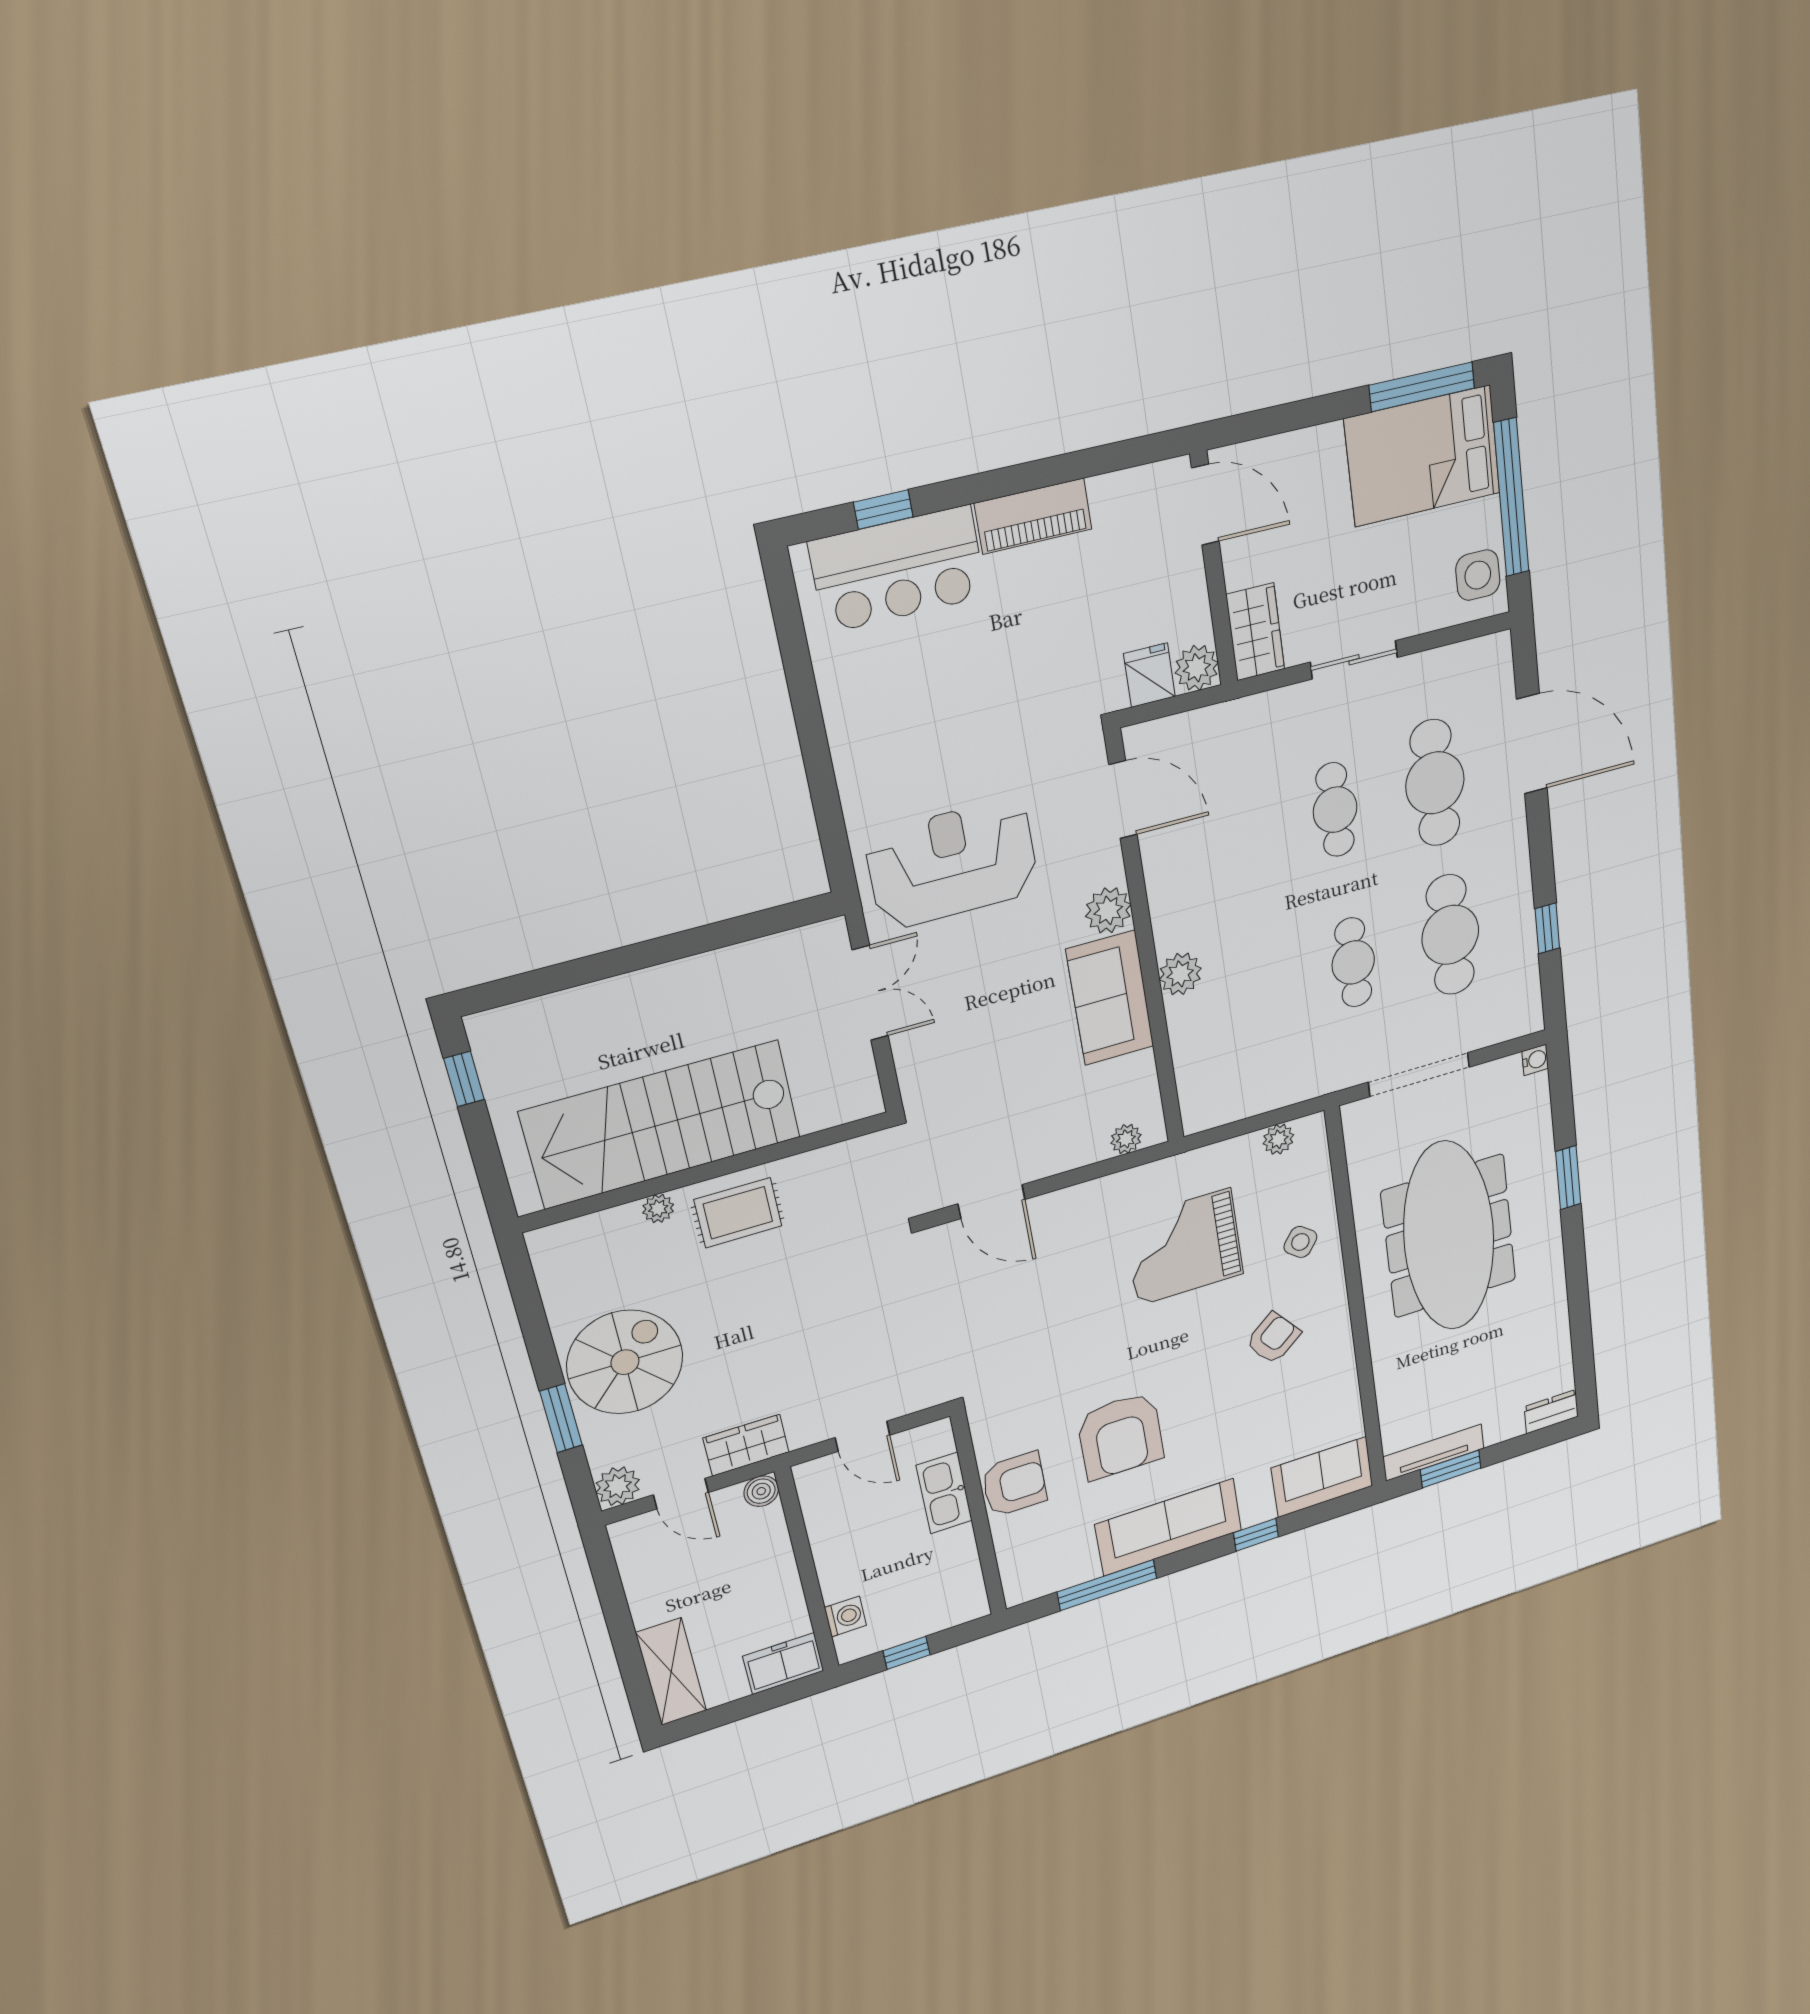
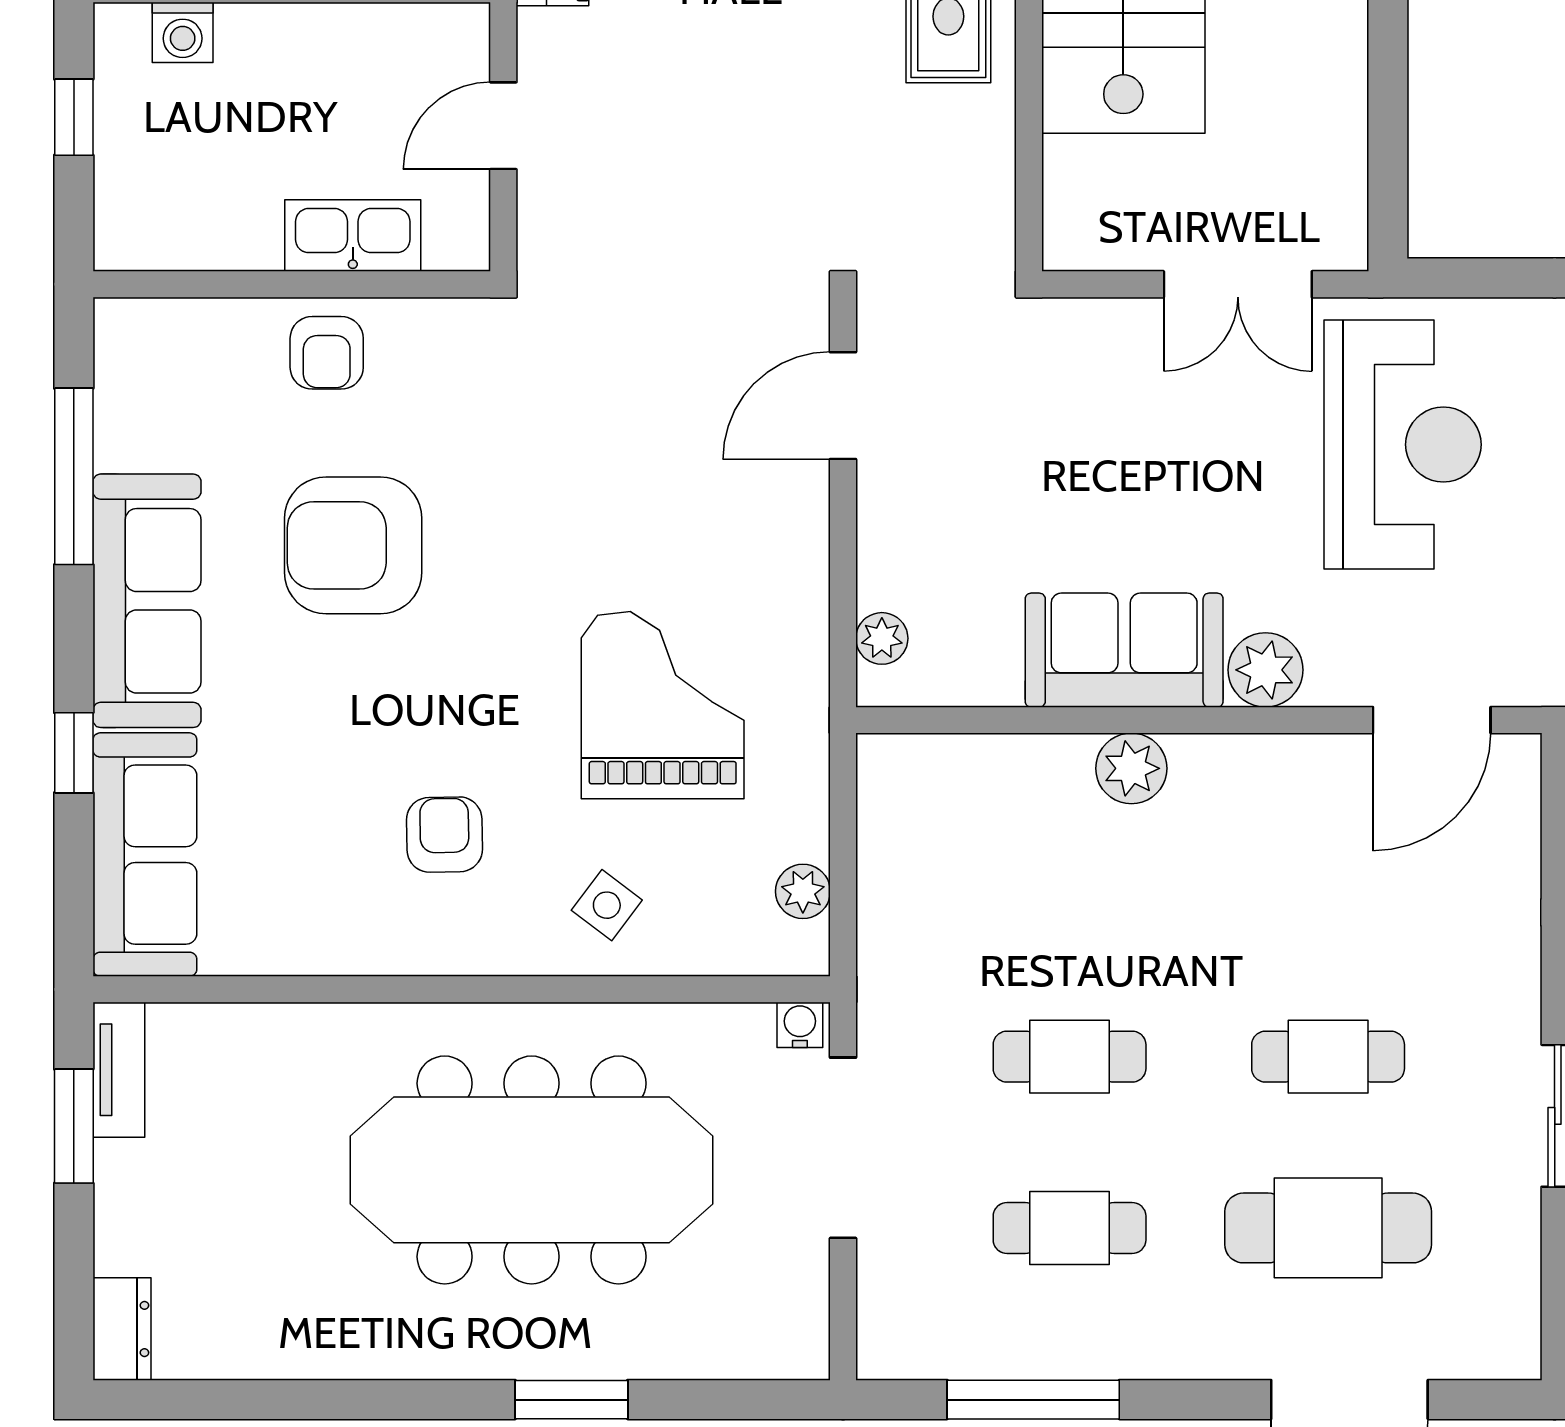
window: (1547, 928) -> (1033, 1400), width x2.17
cafe table: (1450, 935) -> (1070, 1228), width x0.73, depth x0.74
water cooler: (1535, 1060) -> (800, 1025), moved, turned 180
armchair: (1273, 1338) -> (444, 835), turned -142
tv unit: (1434, 1453) -> (119, 1070), width x0.71
sofa: (1322, 1477) -> (145, 855), width x1.36
armchair: (1014, 1484) -> (327, 353), width x0.72, depth x0.72

